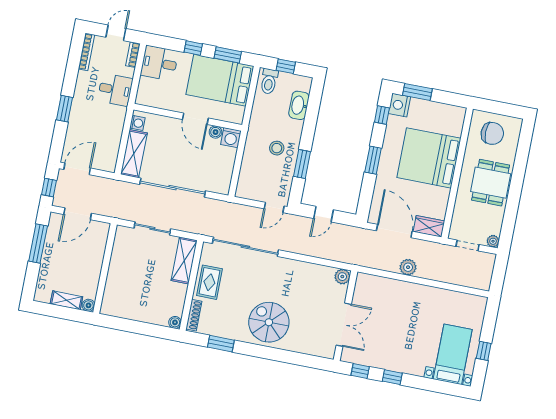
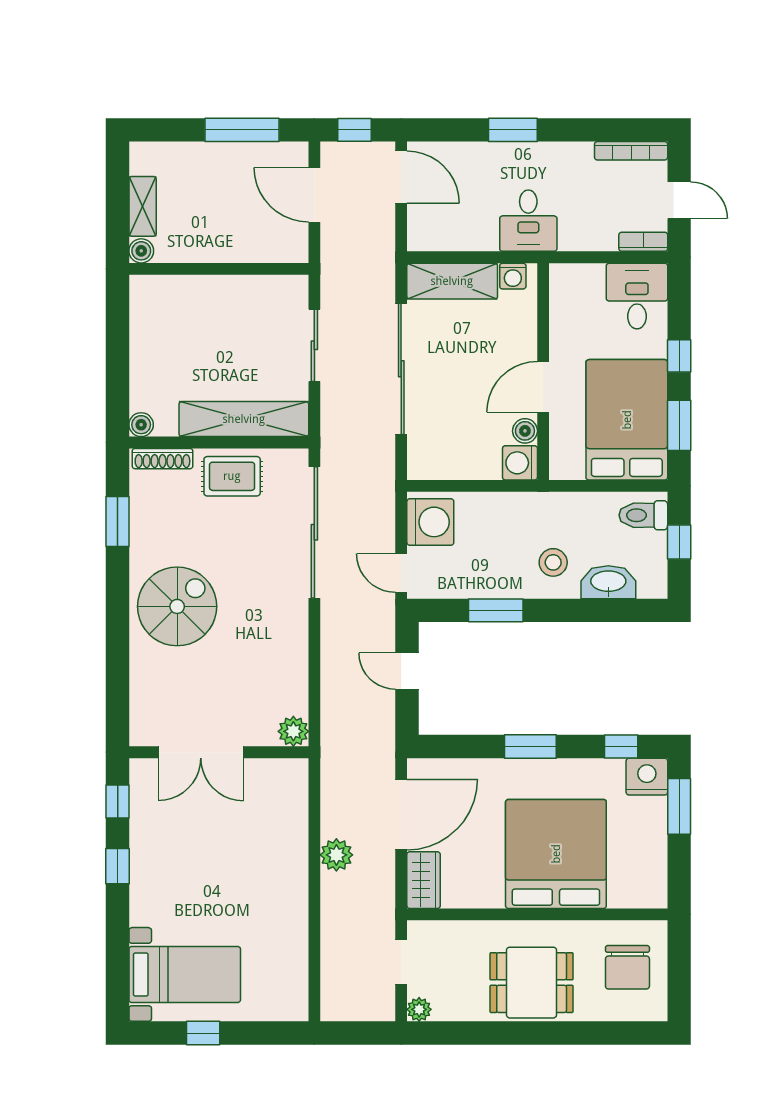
desk: (115, 90) -> (528, 221), moved
stool: (277, 148) -> (553, 562), moved
washing machine: (252, 188) -> (430, 522), added
shelving: (184, 260) -> (244, 419), width x1.47

